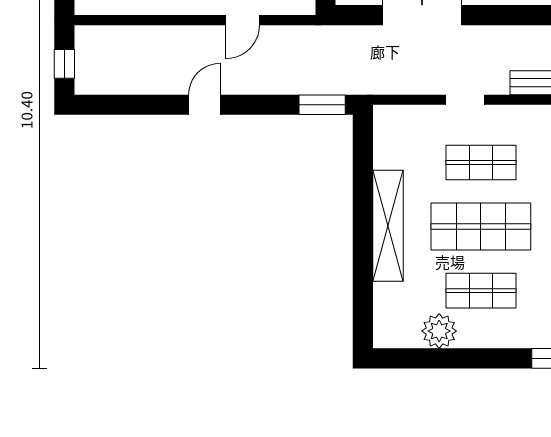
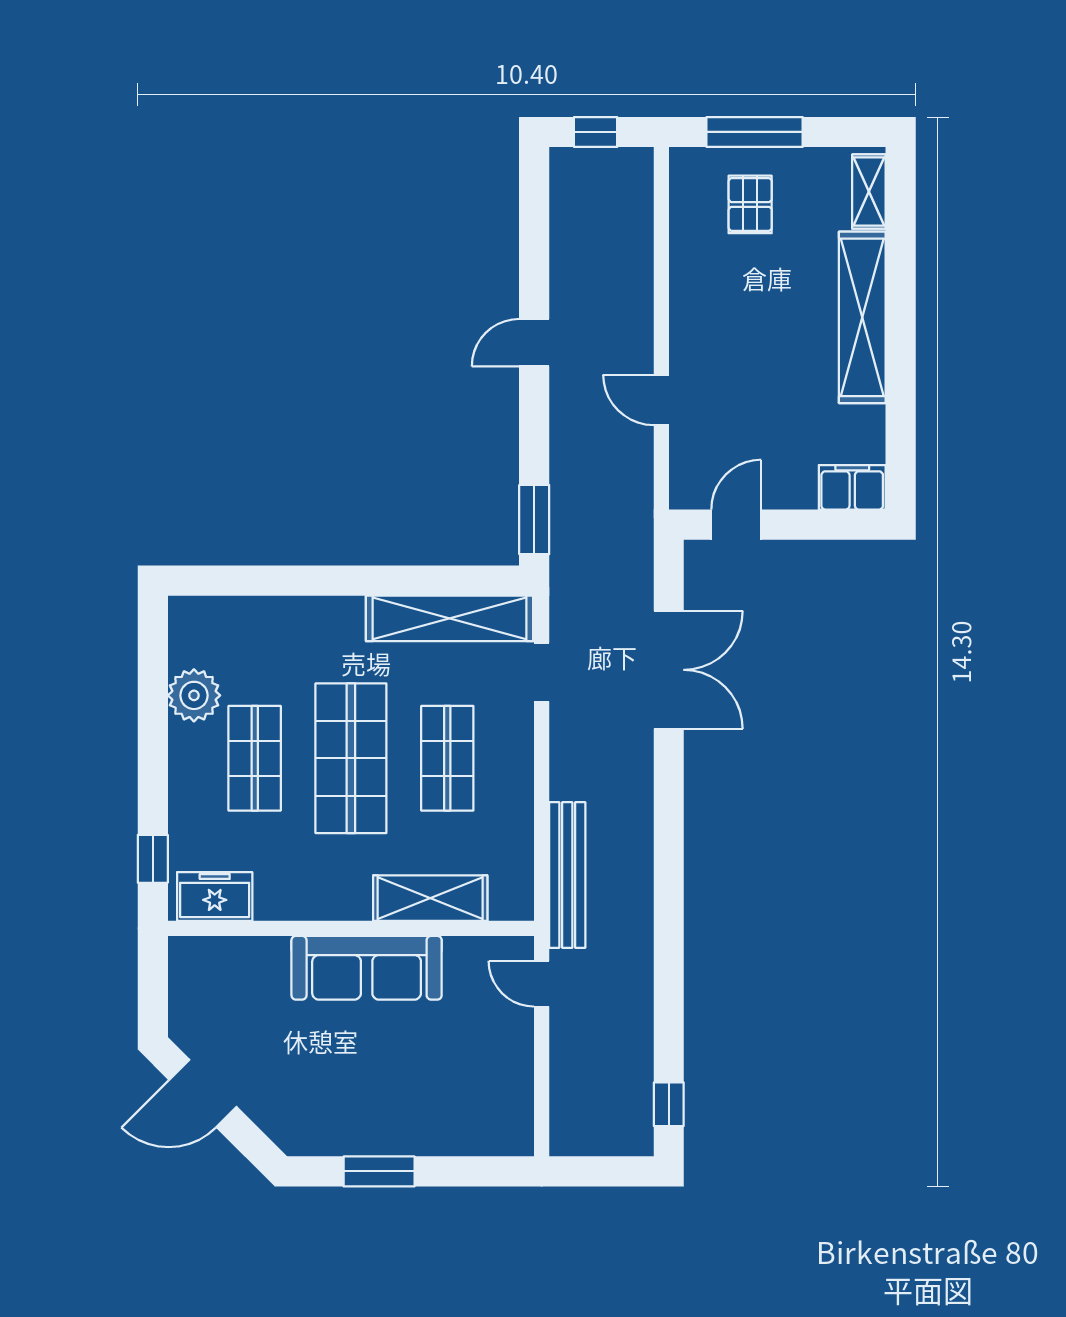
doorway: (465, 100) -> (542, 672), moved
door: (205, 105) -> (534, 343), swing flipped
shelving: (388, 226) -> (450, 618), moved

